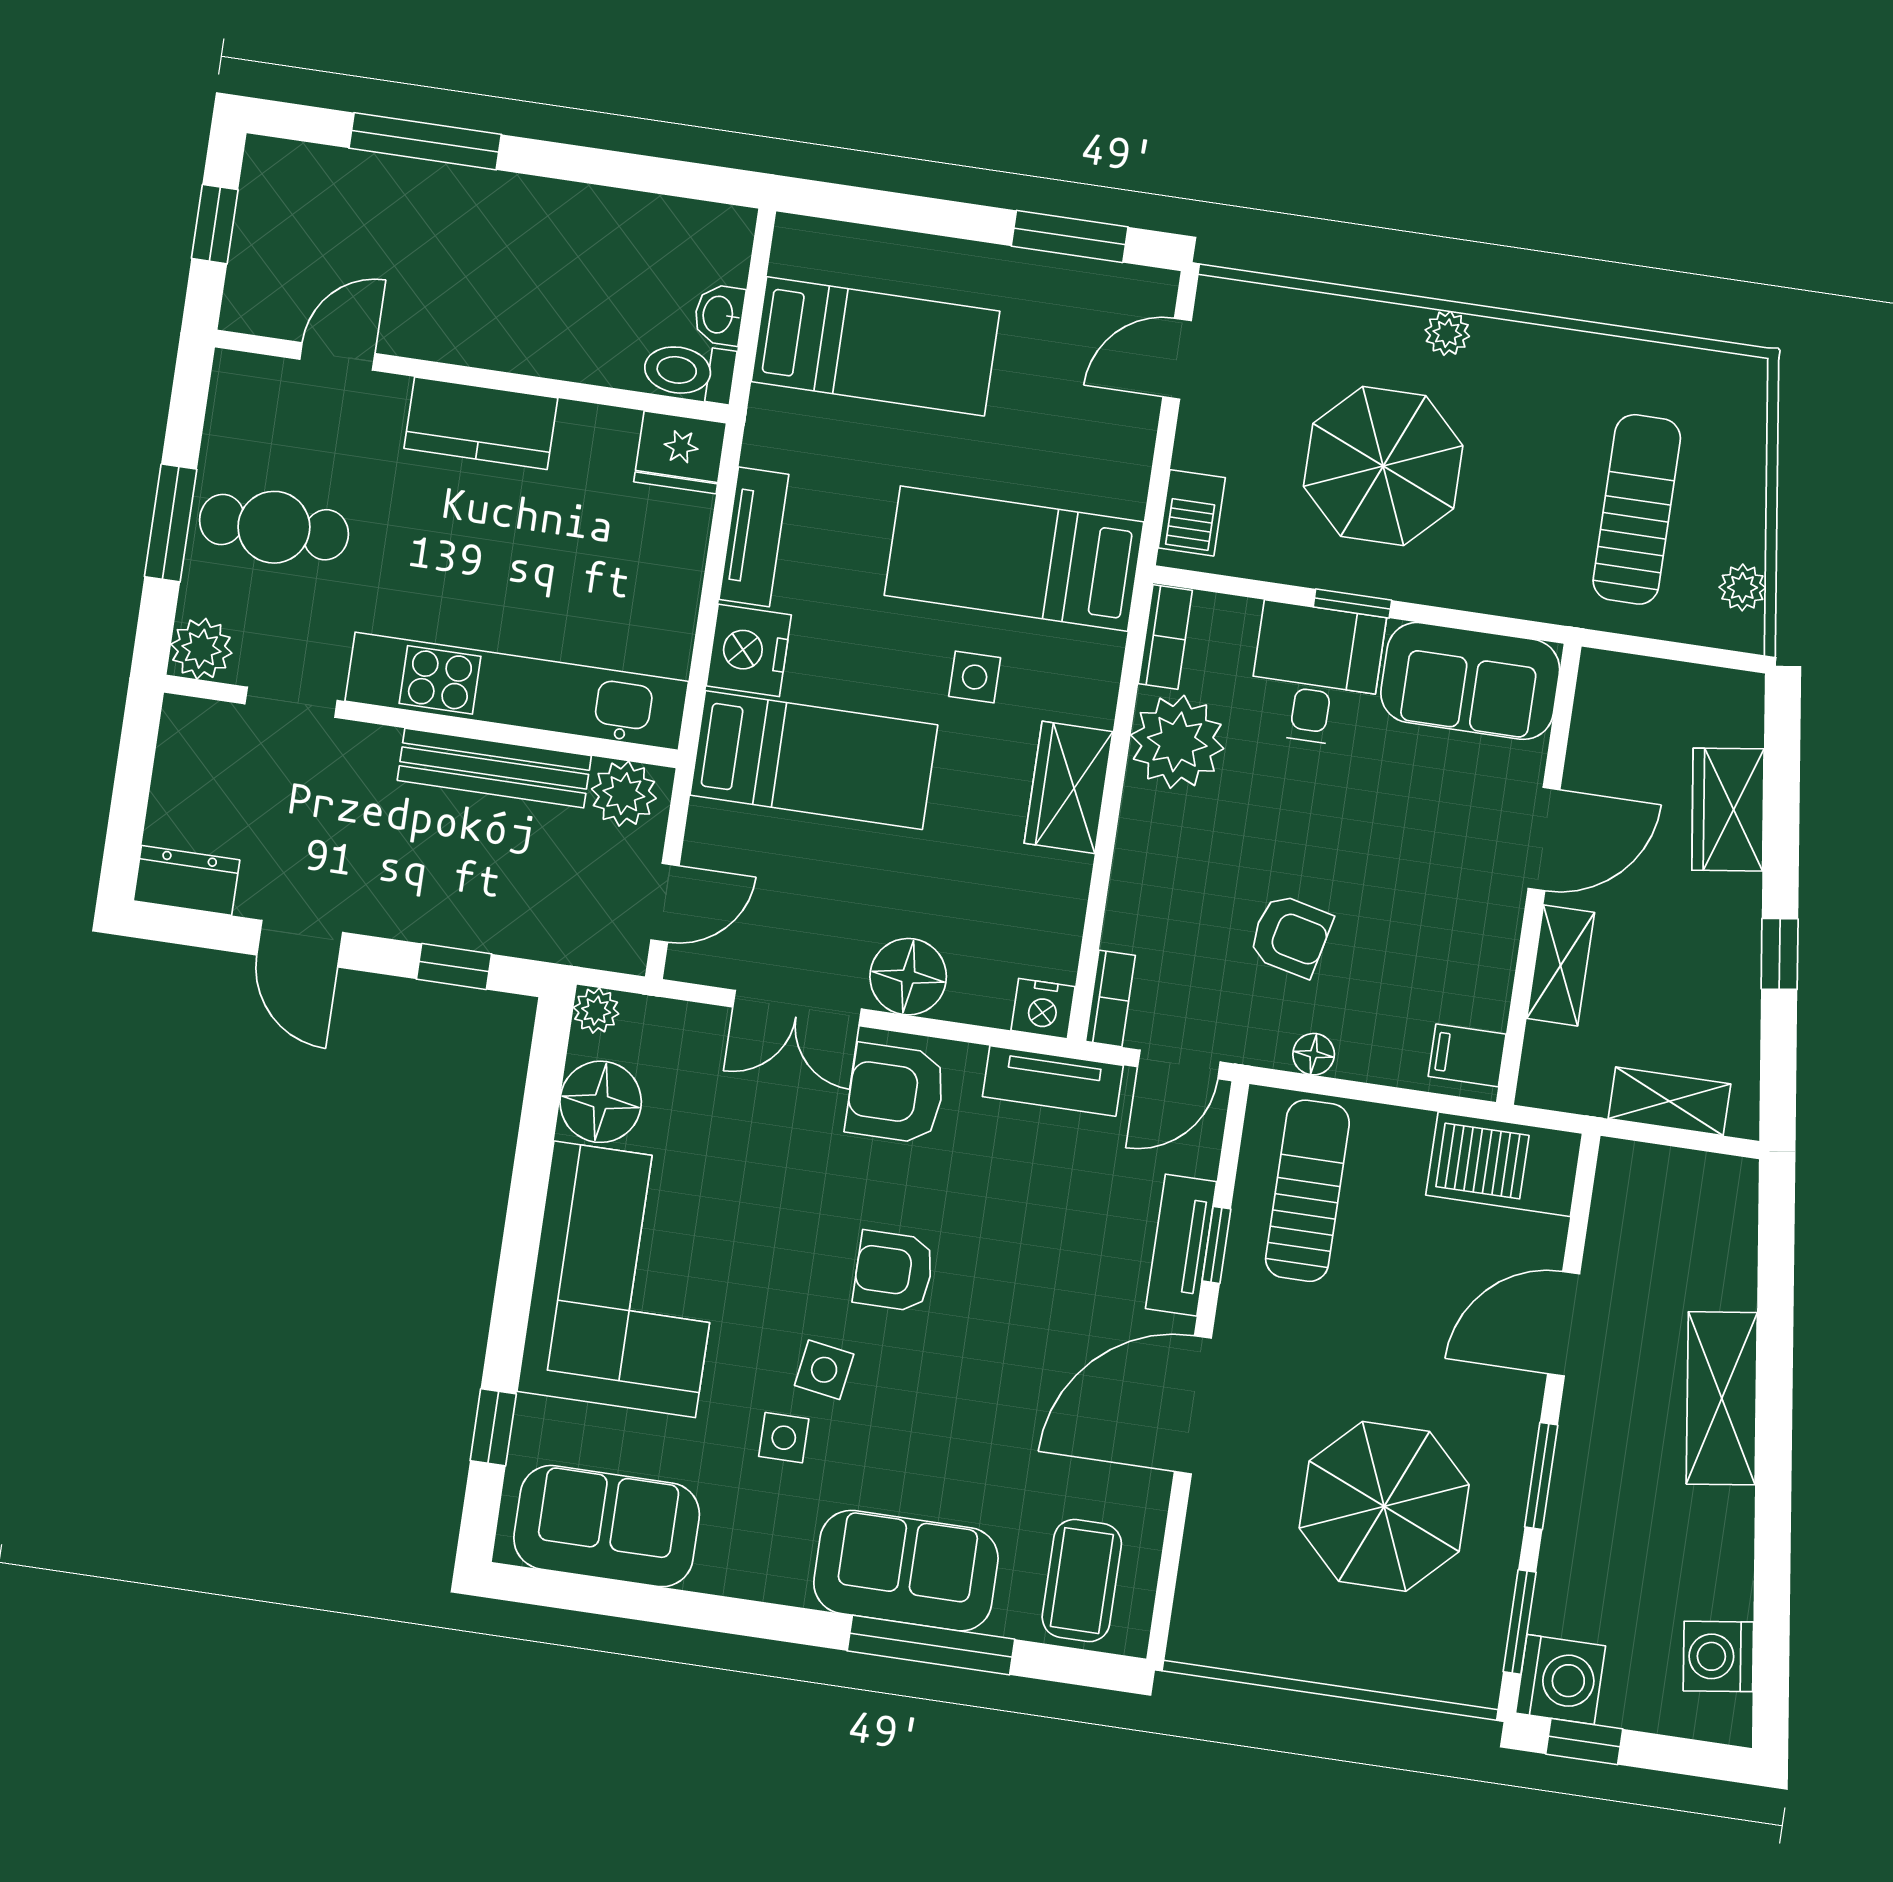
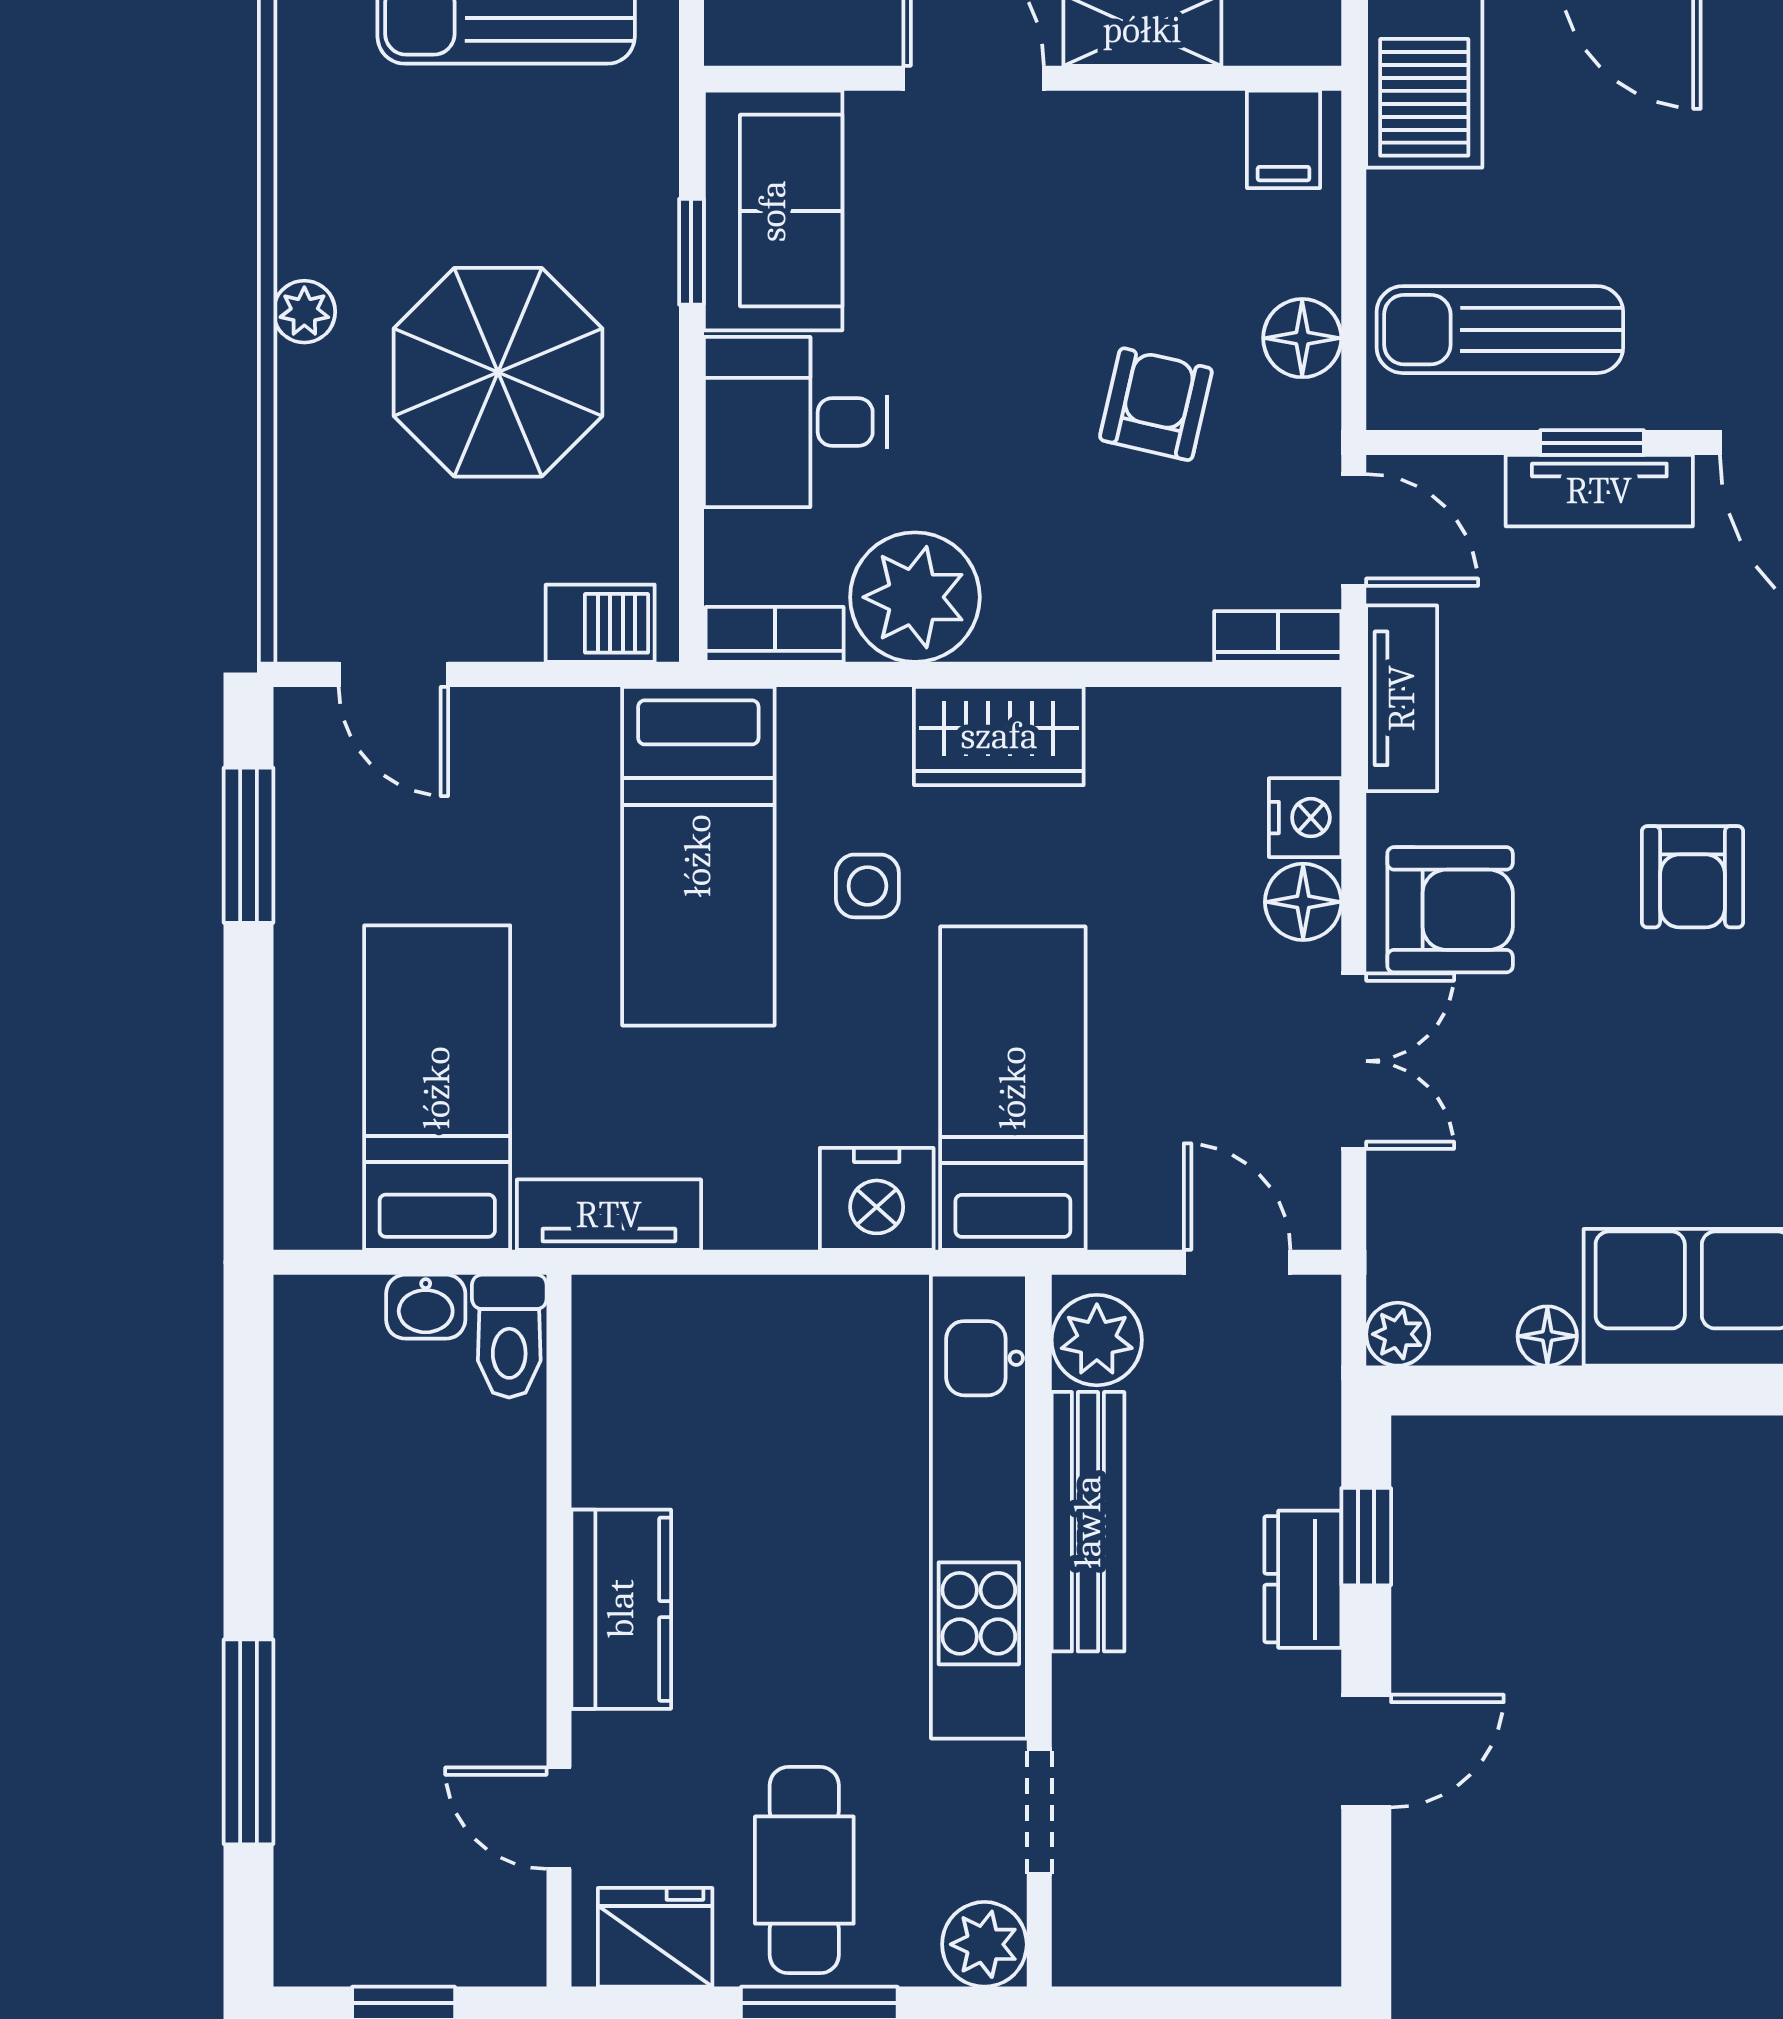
fridge: (680, 452) -> (655, 1937), moved, turned -90
tv unit: (754, 537) -> (609, 1215), moved
window: (1352, 604) -> (691, 252), moved
dresser: (186, 880) -> (1303, 1579), moved
floor lamp: (908, 977) -> (1303, 902), width x0.73, depth x0.73
nightstand: (1043, 1009) -> (1305, 818), moved
floor lamp: (1314, 1054) -> (1302, 338), width x1.37, depth x1.37
armchair: (896, 1093) -> (1450, 910), turned -90
floor lamp: (601, 1102) -> (1547, 1336), width x0.53, depth x0.53

